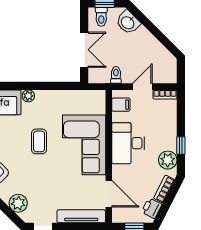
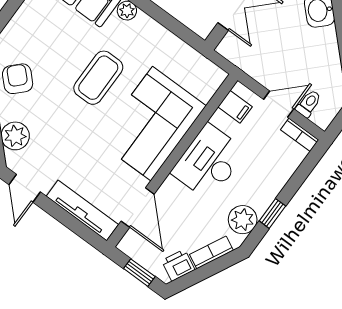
toilet: (116, 75) -> (309, 104), moved
coffee table: (39, 141) -> (98, 78), width x1.36, depth x1.30

